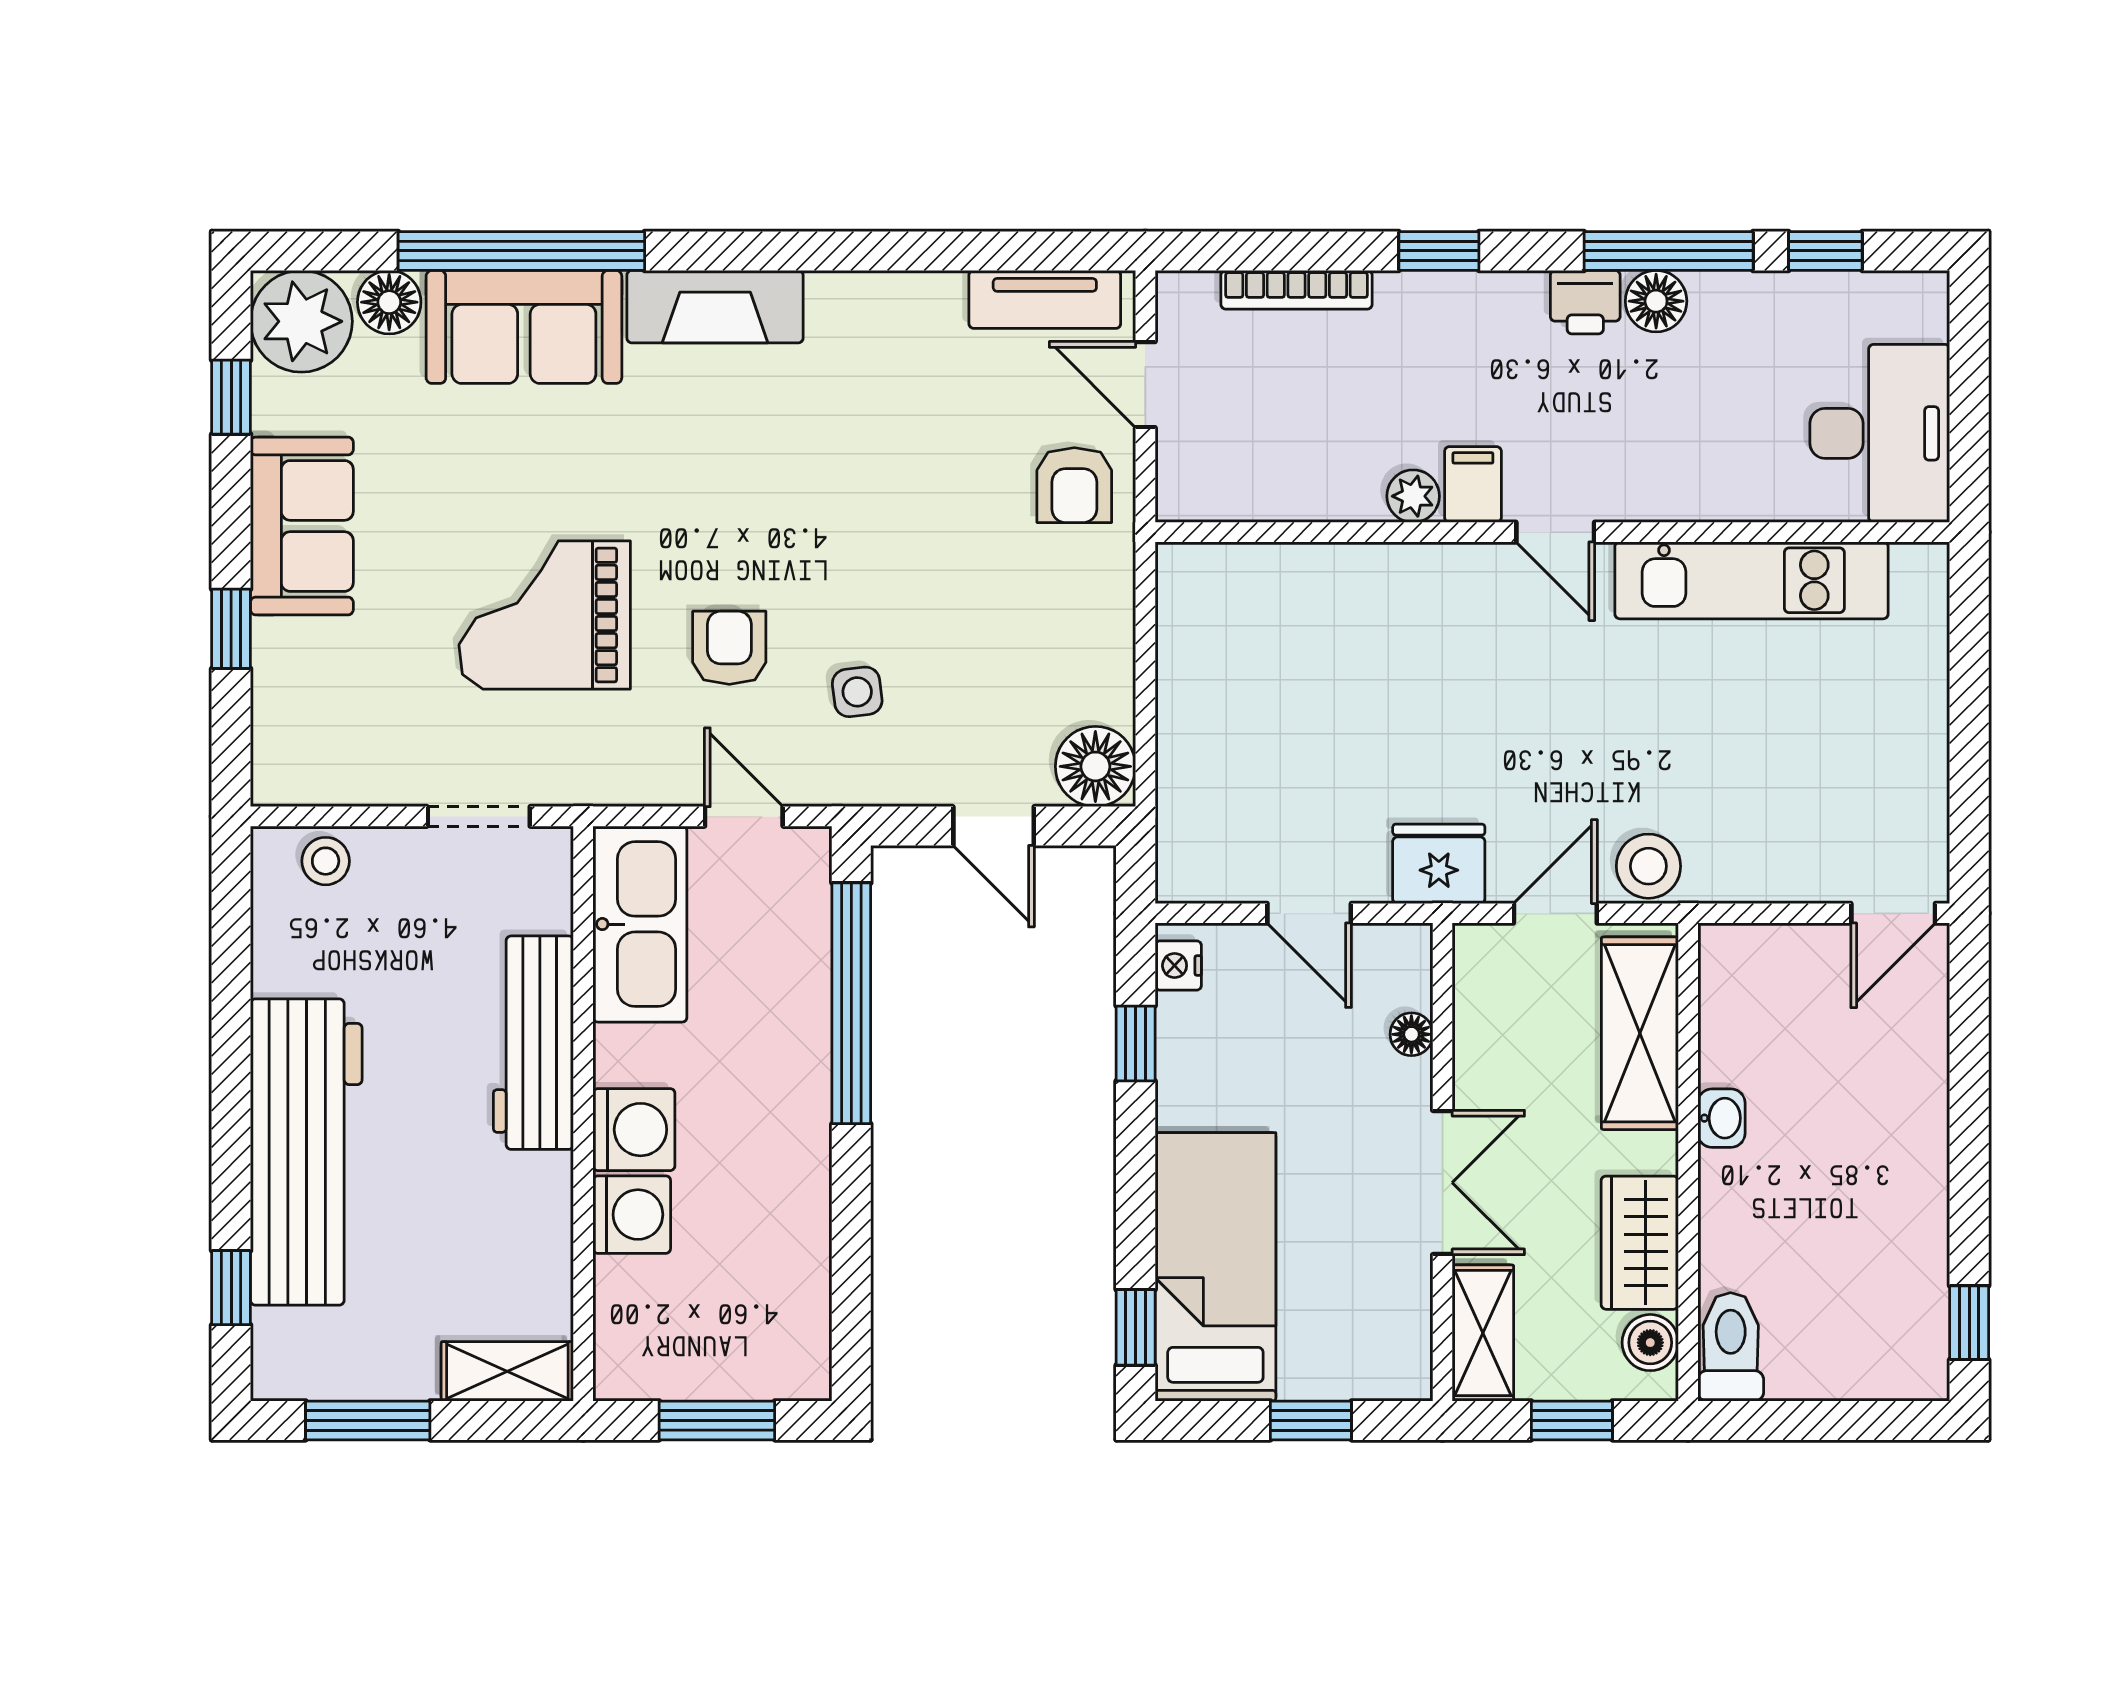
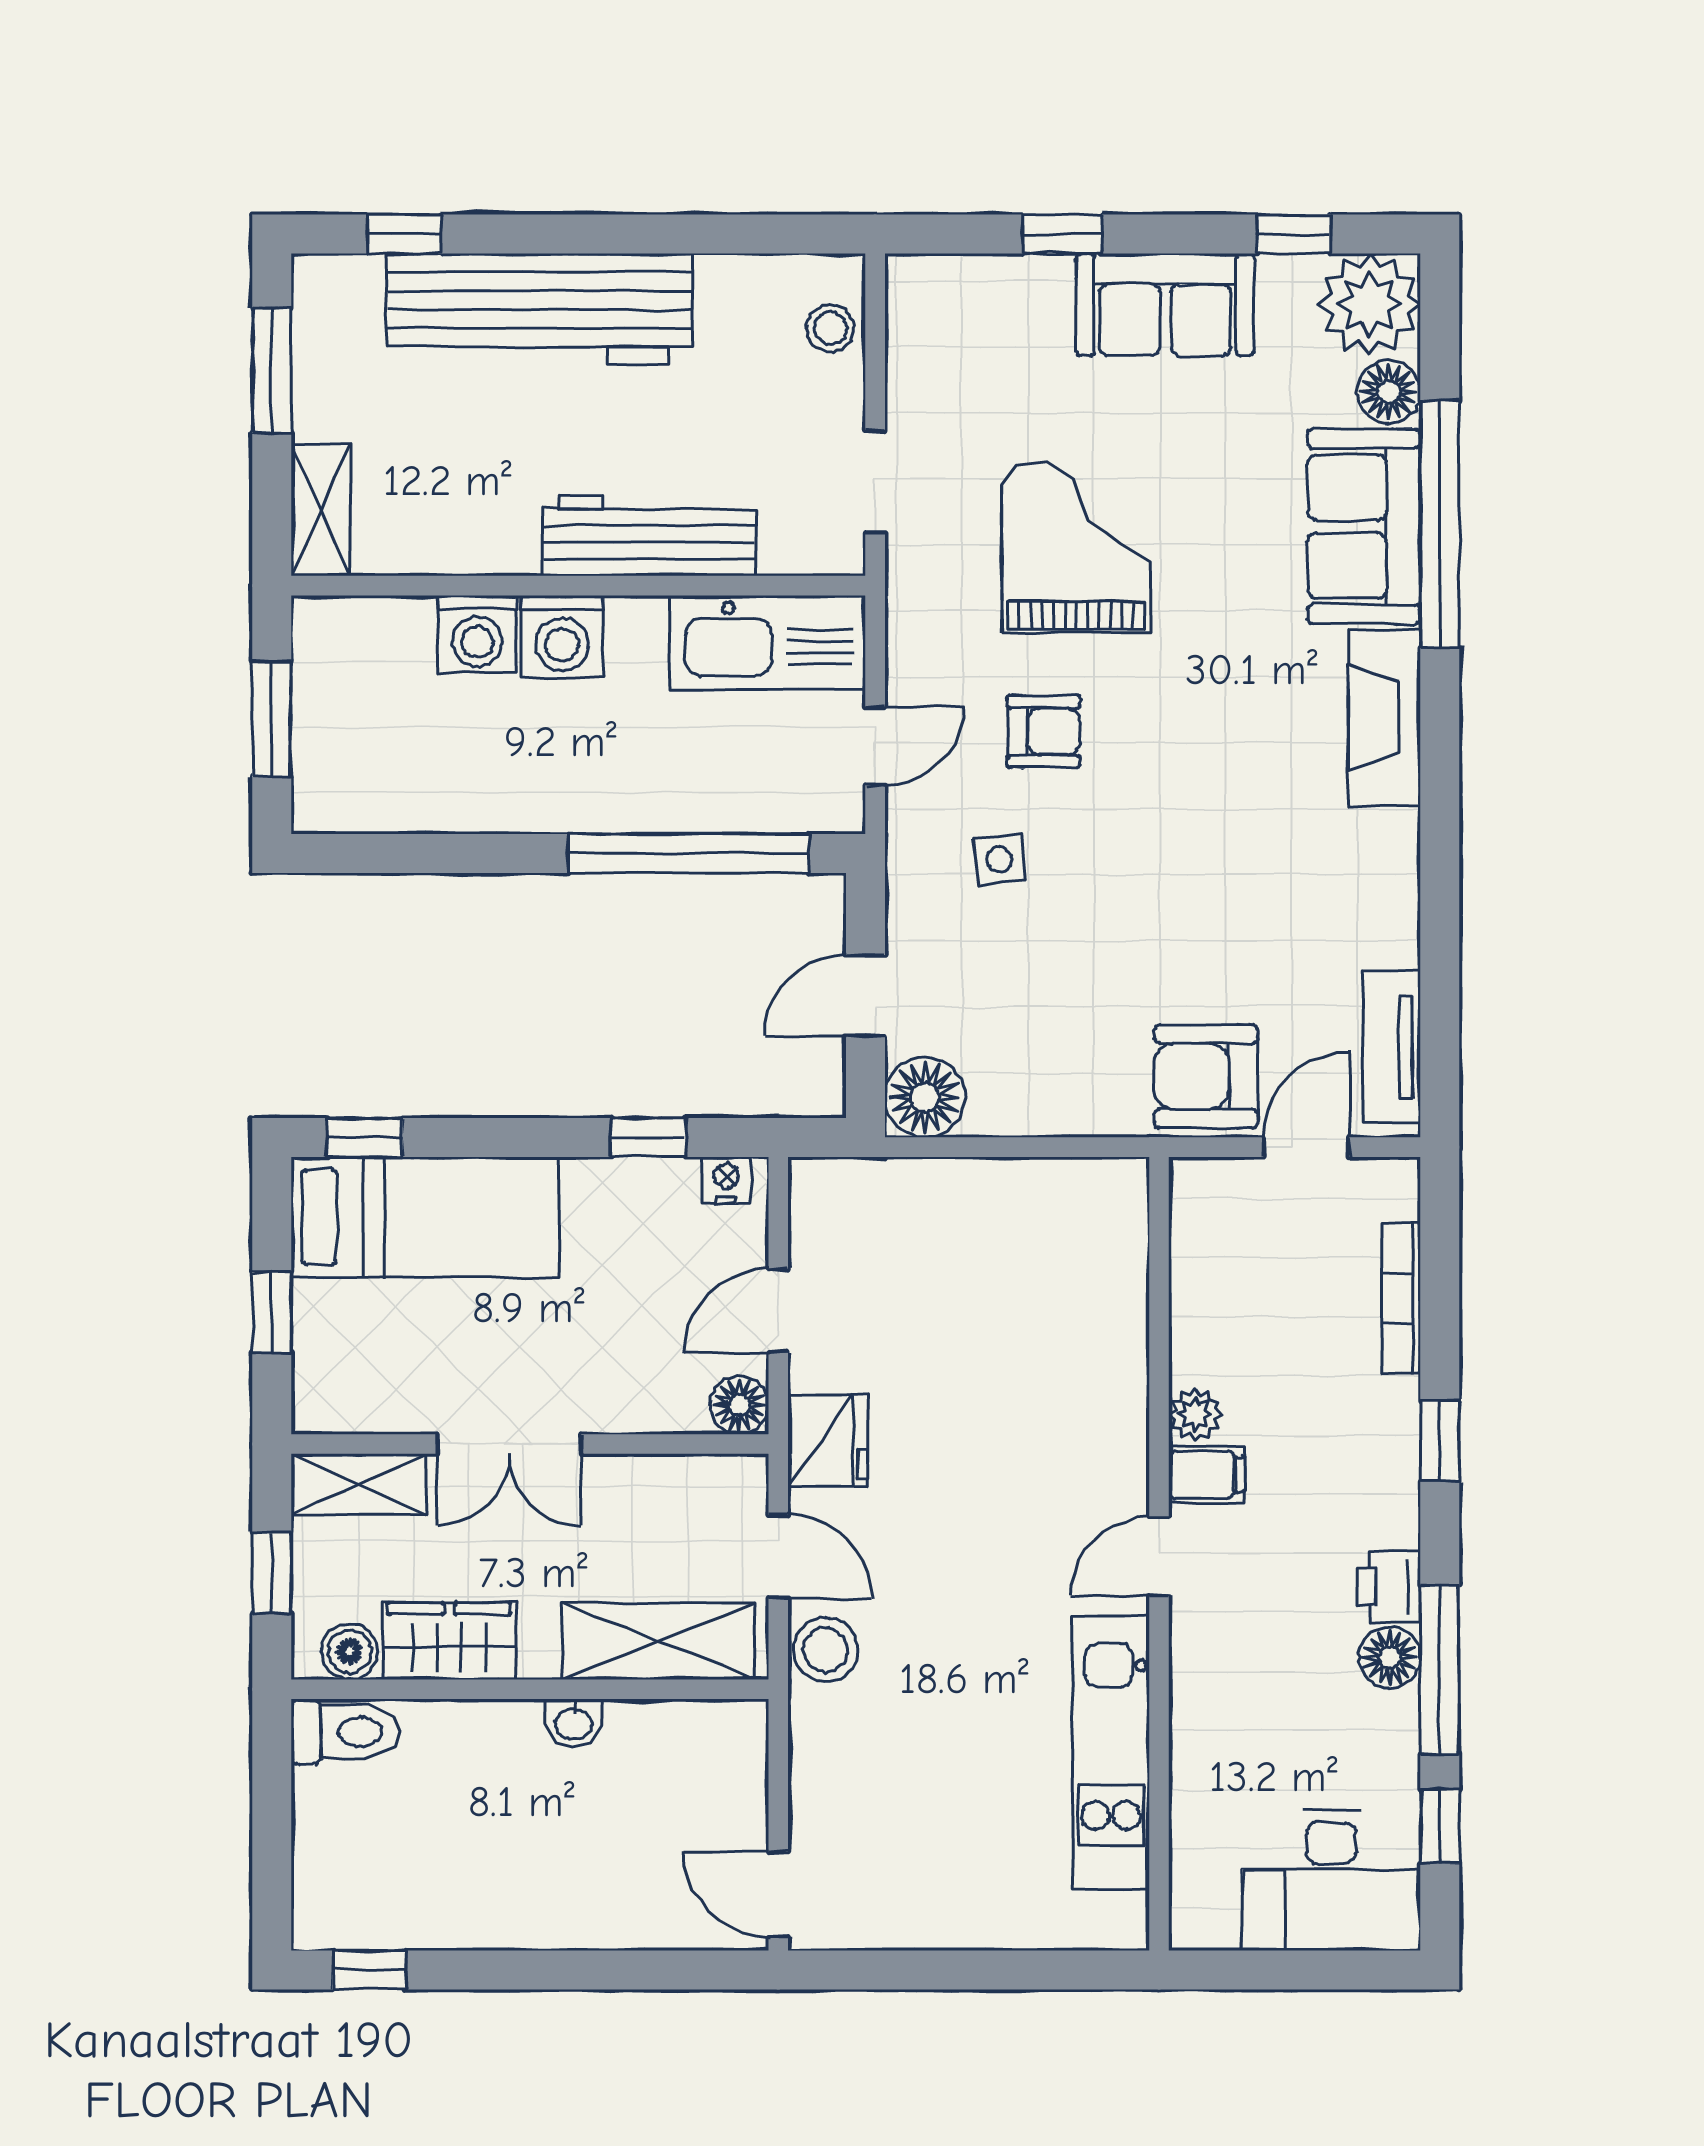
desk: (1880, 433) -> (1332, 1881), moved
armchair: (1074, 485) -> (1206, 1076), width x1.38, depth x1.38
floor lamp: (1411, 1034) -> (739, 1405), moved, width x1.37, depth x1.37

